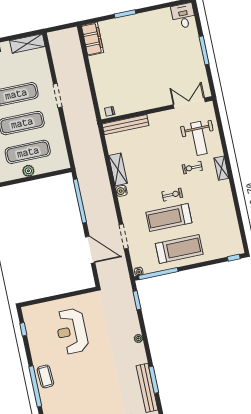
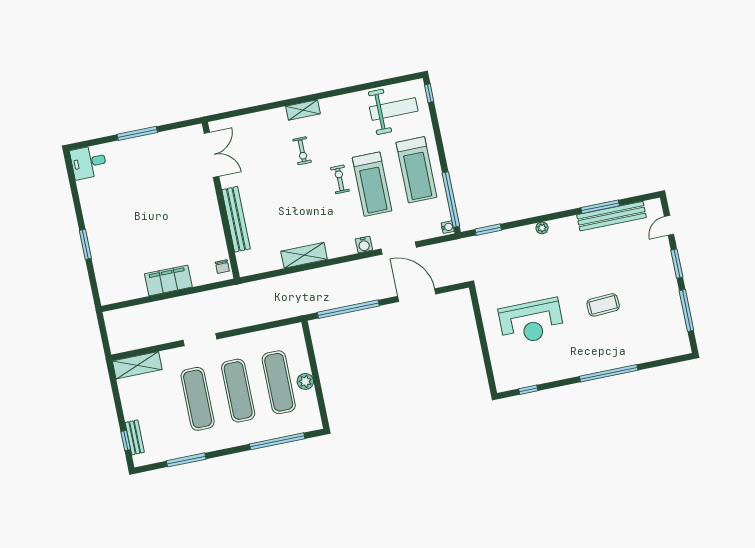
filing cabinet: (92, 39) -> (168, 280), moved
shelving: (27, 44) -> (137, 365), moved, turned 90
double door: (189, 103) -> (211, 155), swing flipped
bench: (126, 125) -> (236, 219), moved
weight bench: (199, 138) -> (394, 109), moved
water cooler: (121, 191) -> (364, 245), moved
treadmill: (179, 249) -> (416, 170), turned 180
door: (90, 250) -> (417, 295), hinge flipped
coffee table: (45, 376) -> (603, 305), moved

